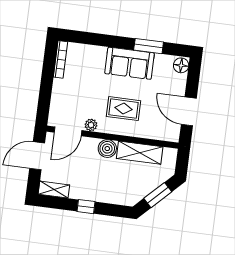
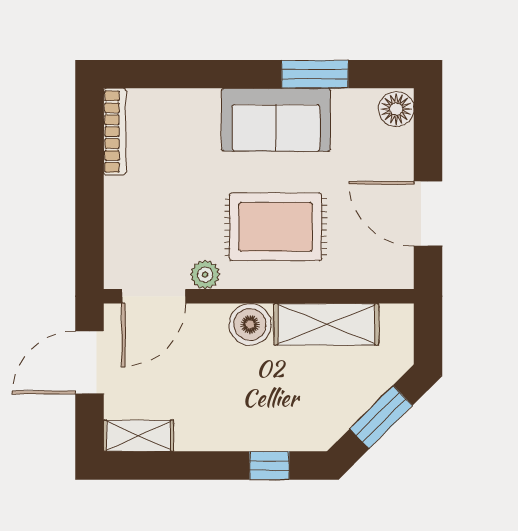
rug: (123, 109) -> (276, 227), width x1.36, depth x1.43
window: (86, 207) -> (269, 466), moved

